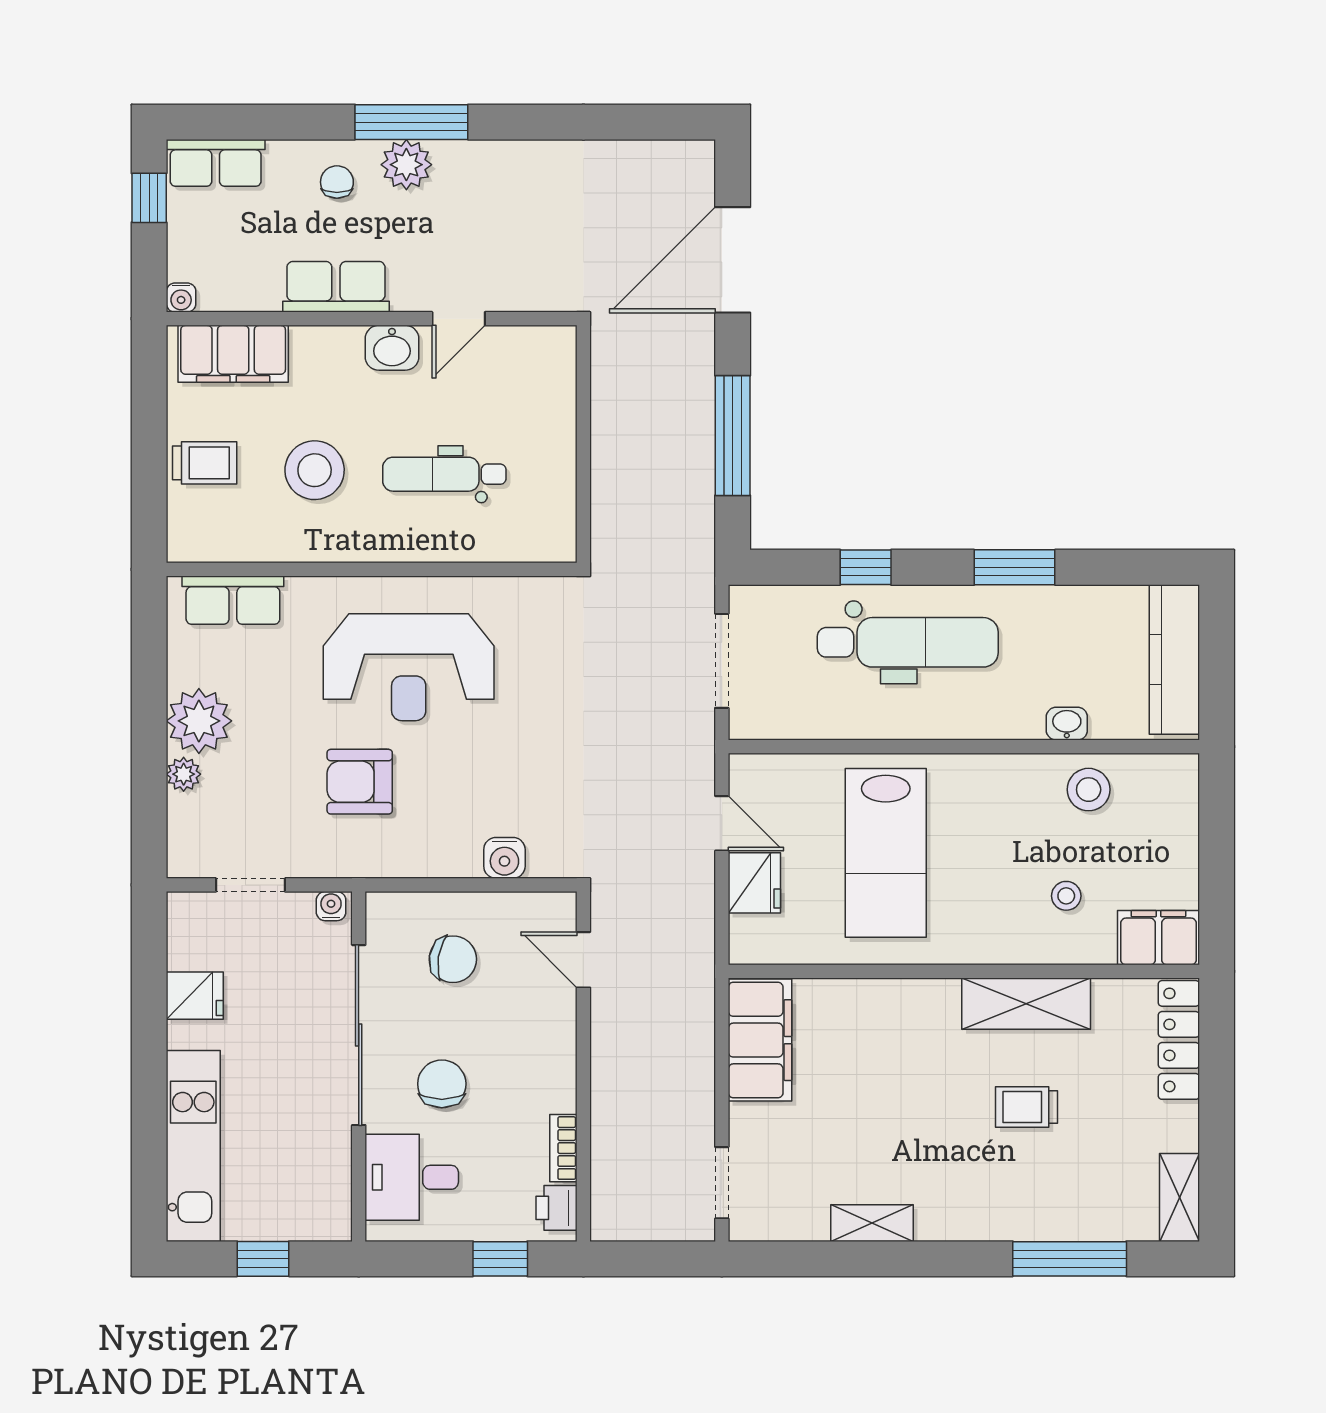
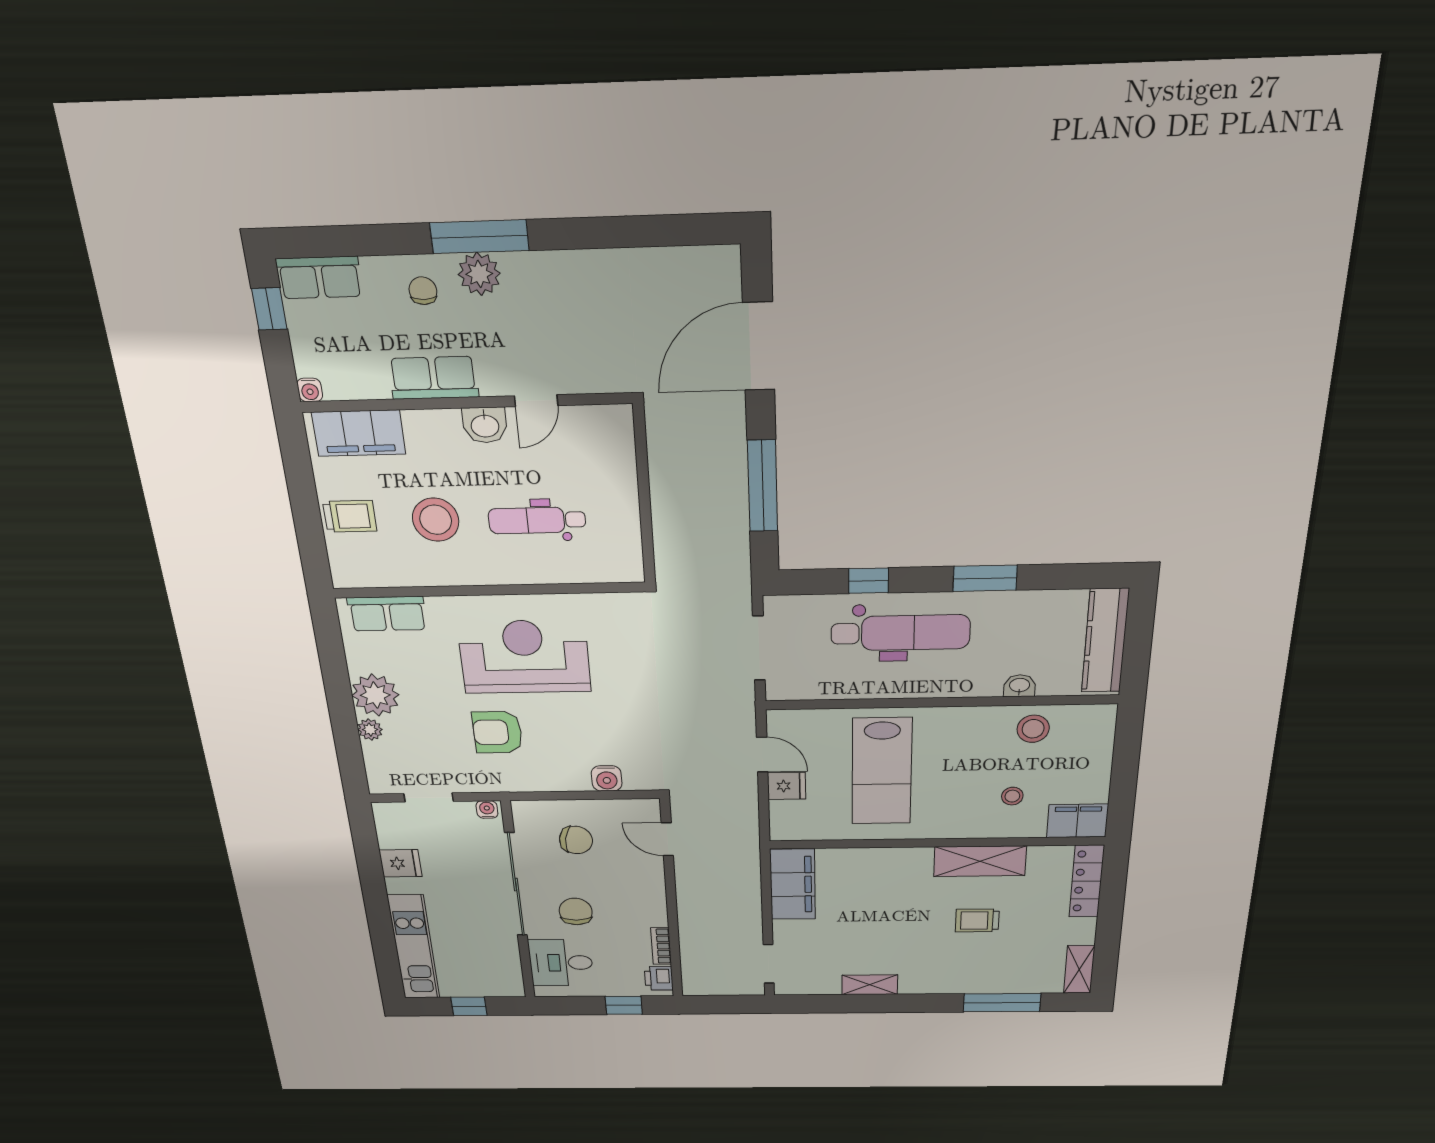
reception desk: (409, 667) -> (524, 657), turned 180
fridge: (754, 883) -> (787, 786), width x0.72

